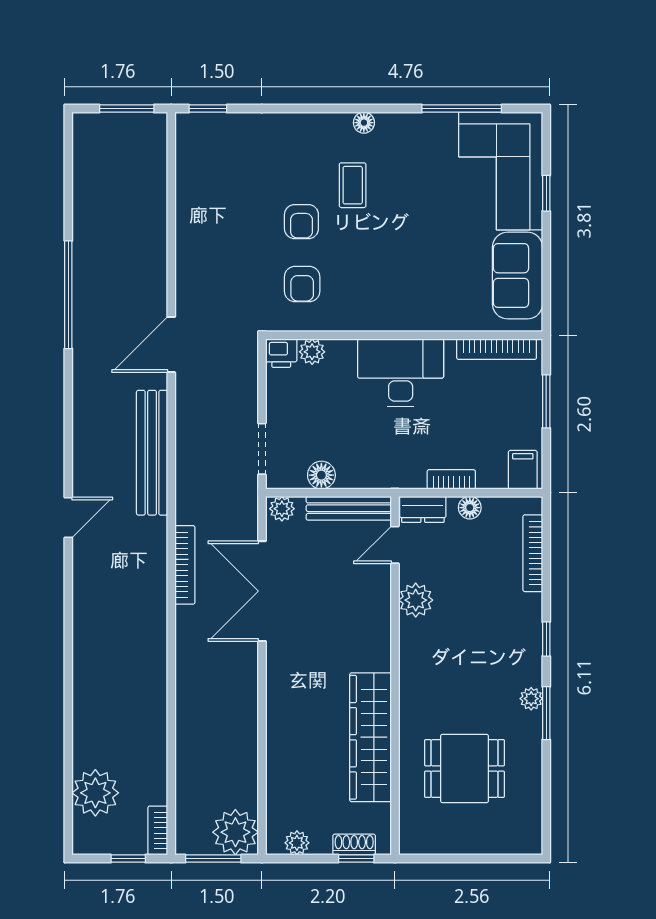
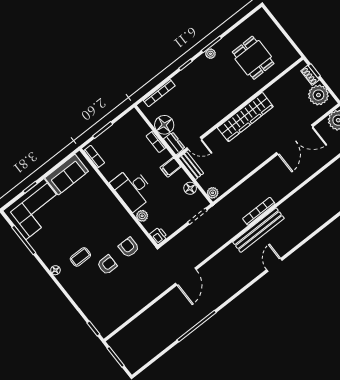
armchair: (302, 284) -> (129, 247), turned -90
door: (171, 345) -> (186, 276), hinge flipped
bookcase: (497, 349) -> (94, 157), width x0.64
plant: (312, 352) -> (142, 216), moved
bench: (152, 453) -> (258, 230), moved
filing cabinet: (523, 470) -> (171, 167), moved
bench: (349, 508) -> (191, 166), width x0.73
floor lamp: (470, 508) -> (164, 125), width x1.89, depth x1.89
door: (68, 518) -> (274, 265), hinge flipped
double door: (262, 591) -> (295, 140), moved
plant: (416, 600) -> (208, 121), removed
wardrobe: (371, 737) -> (245, 117), moved
plant: (297, 843) -> (318, 95), width x1.87, depth x1.87

